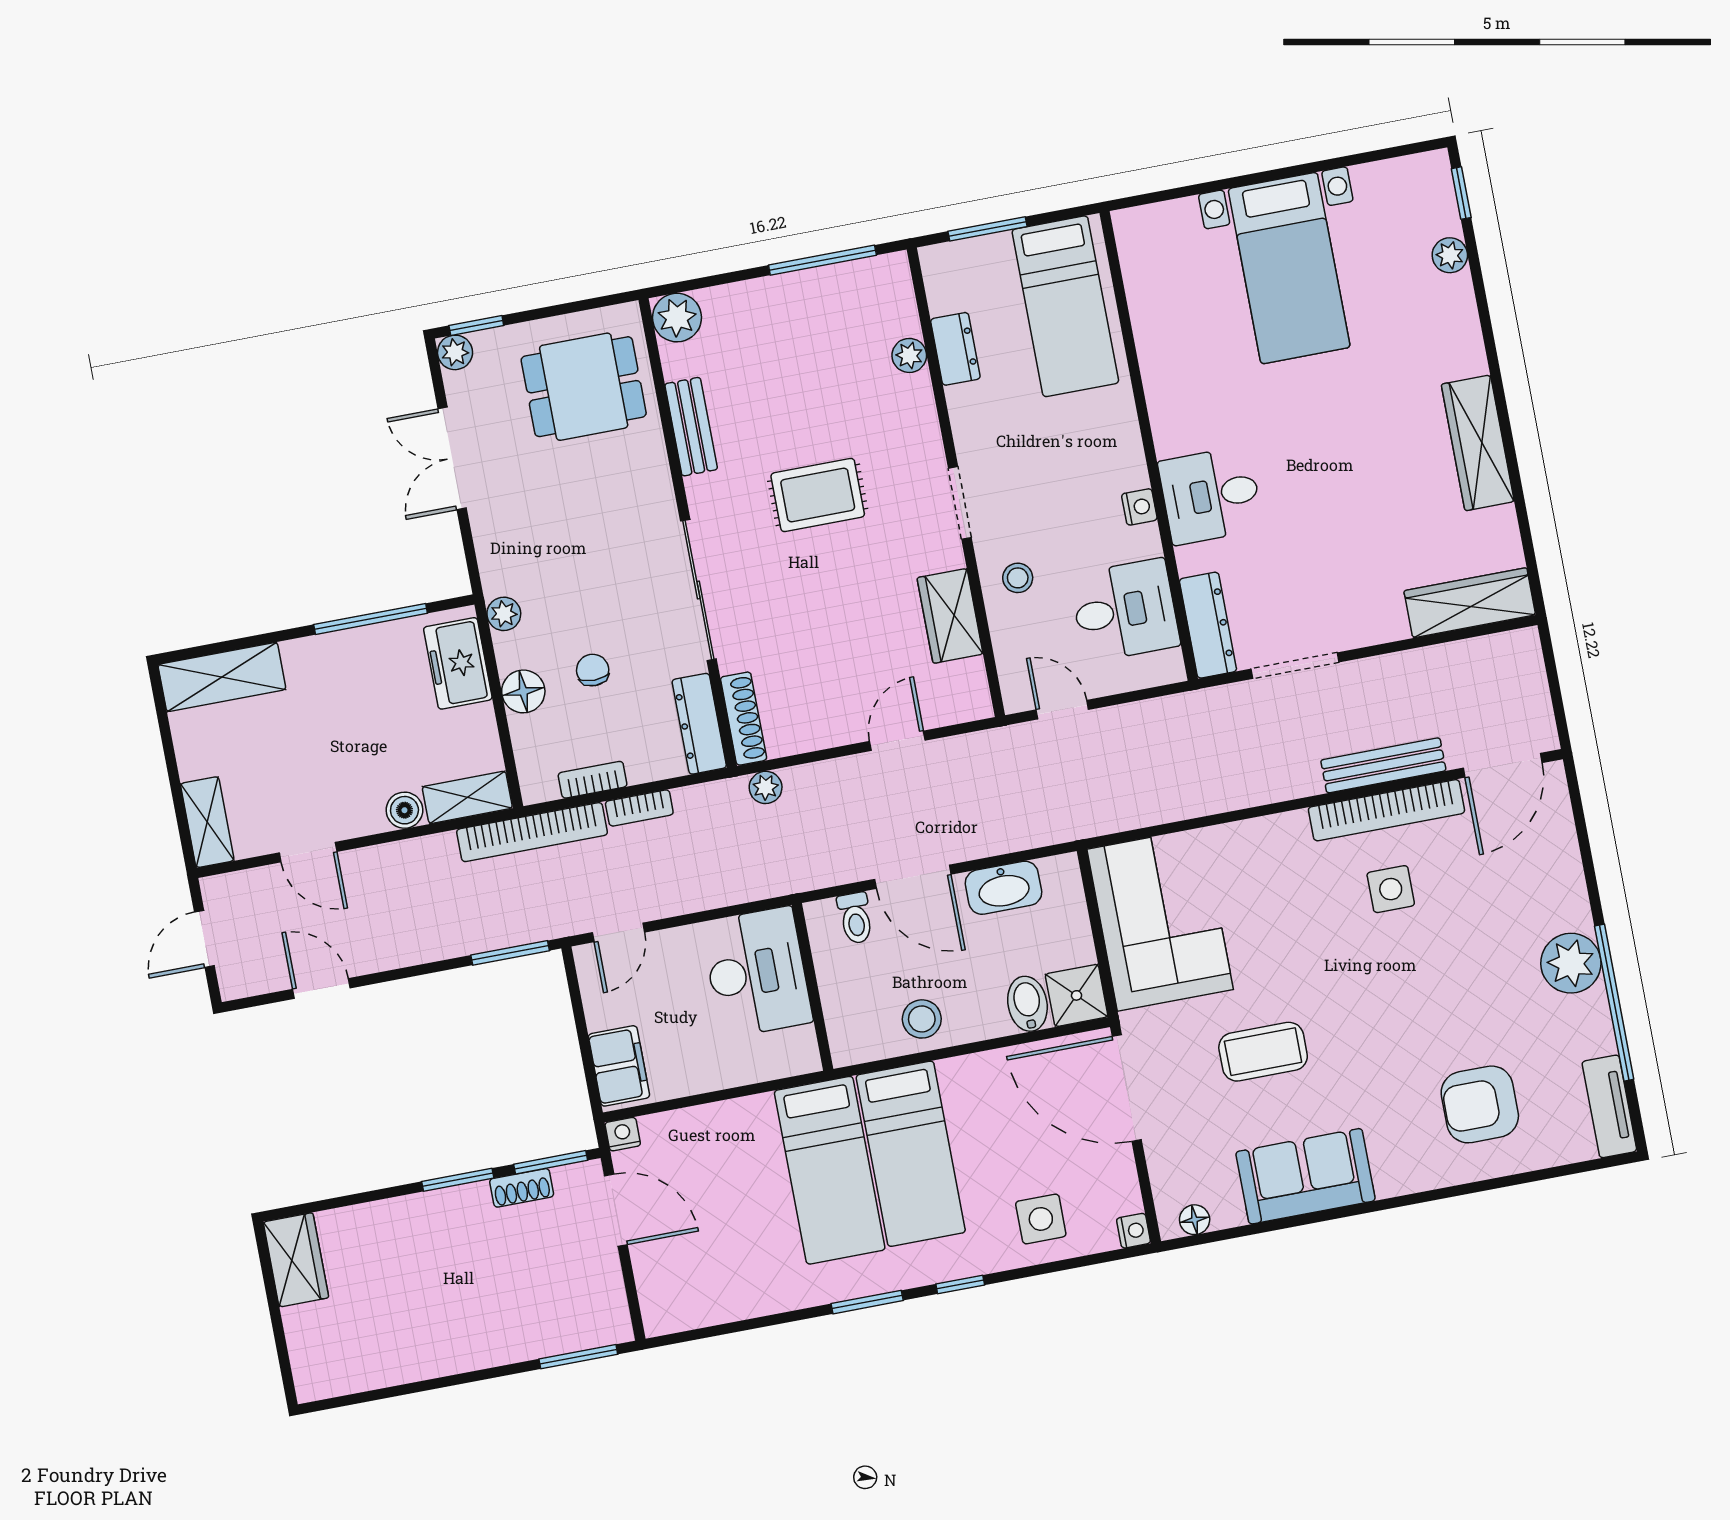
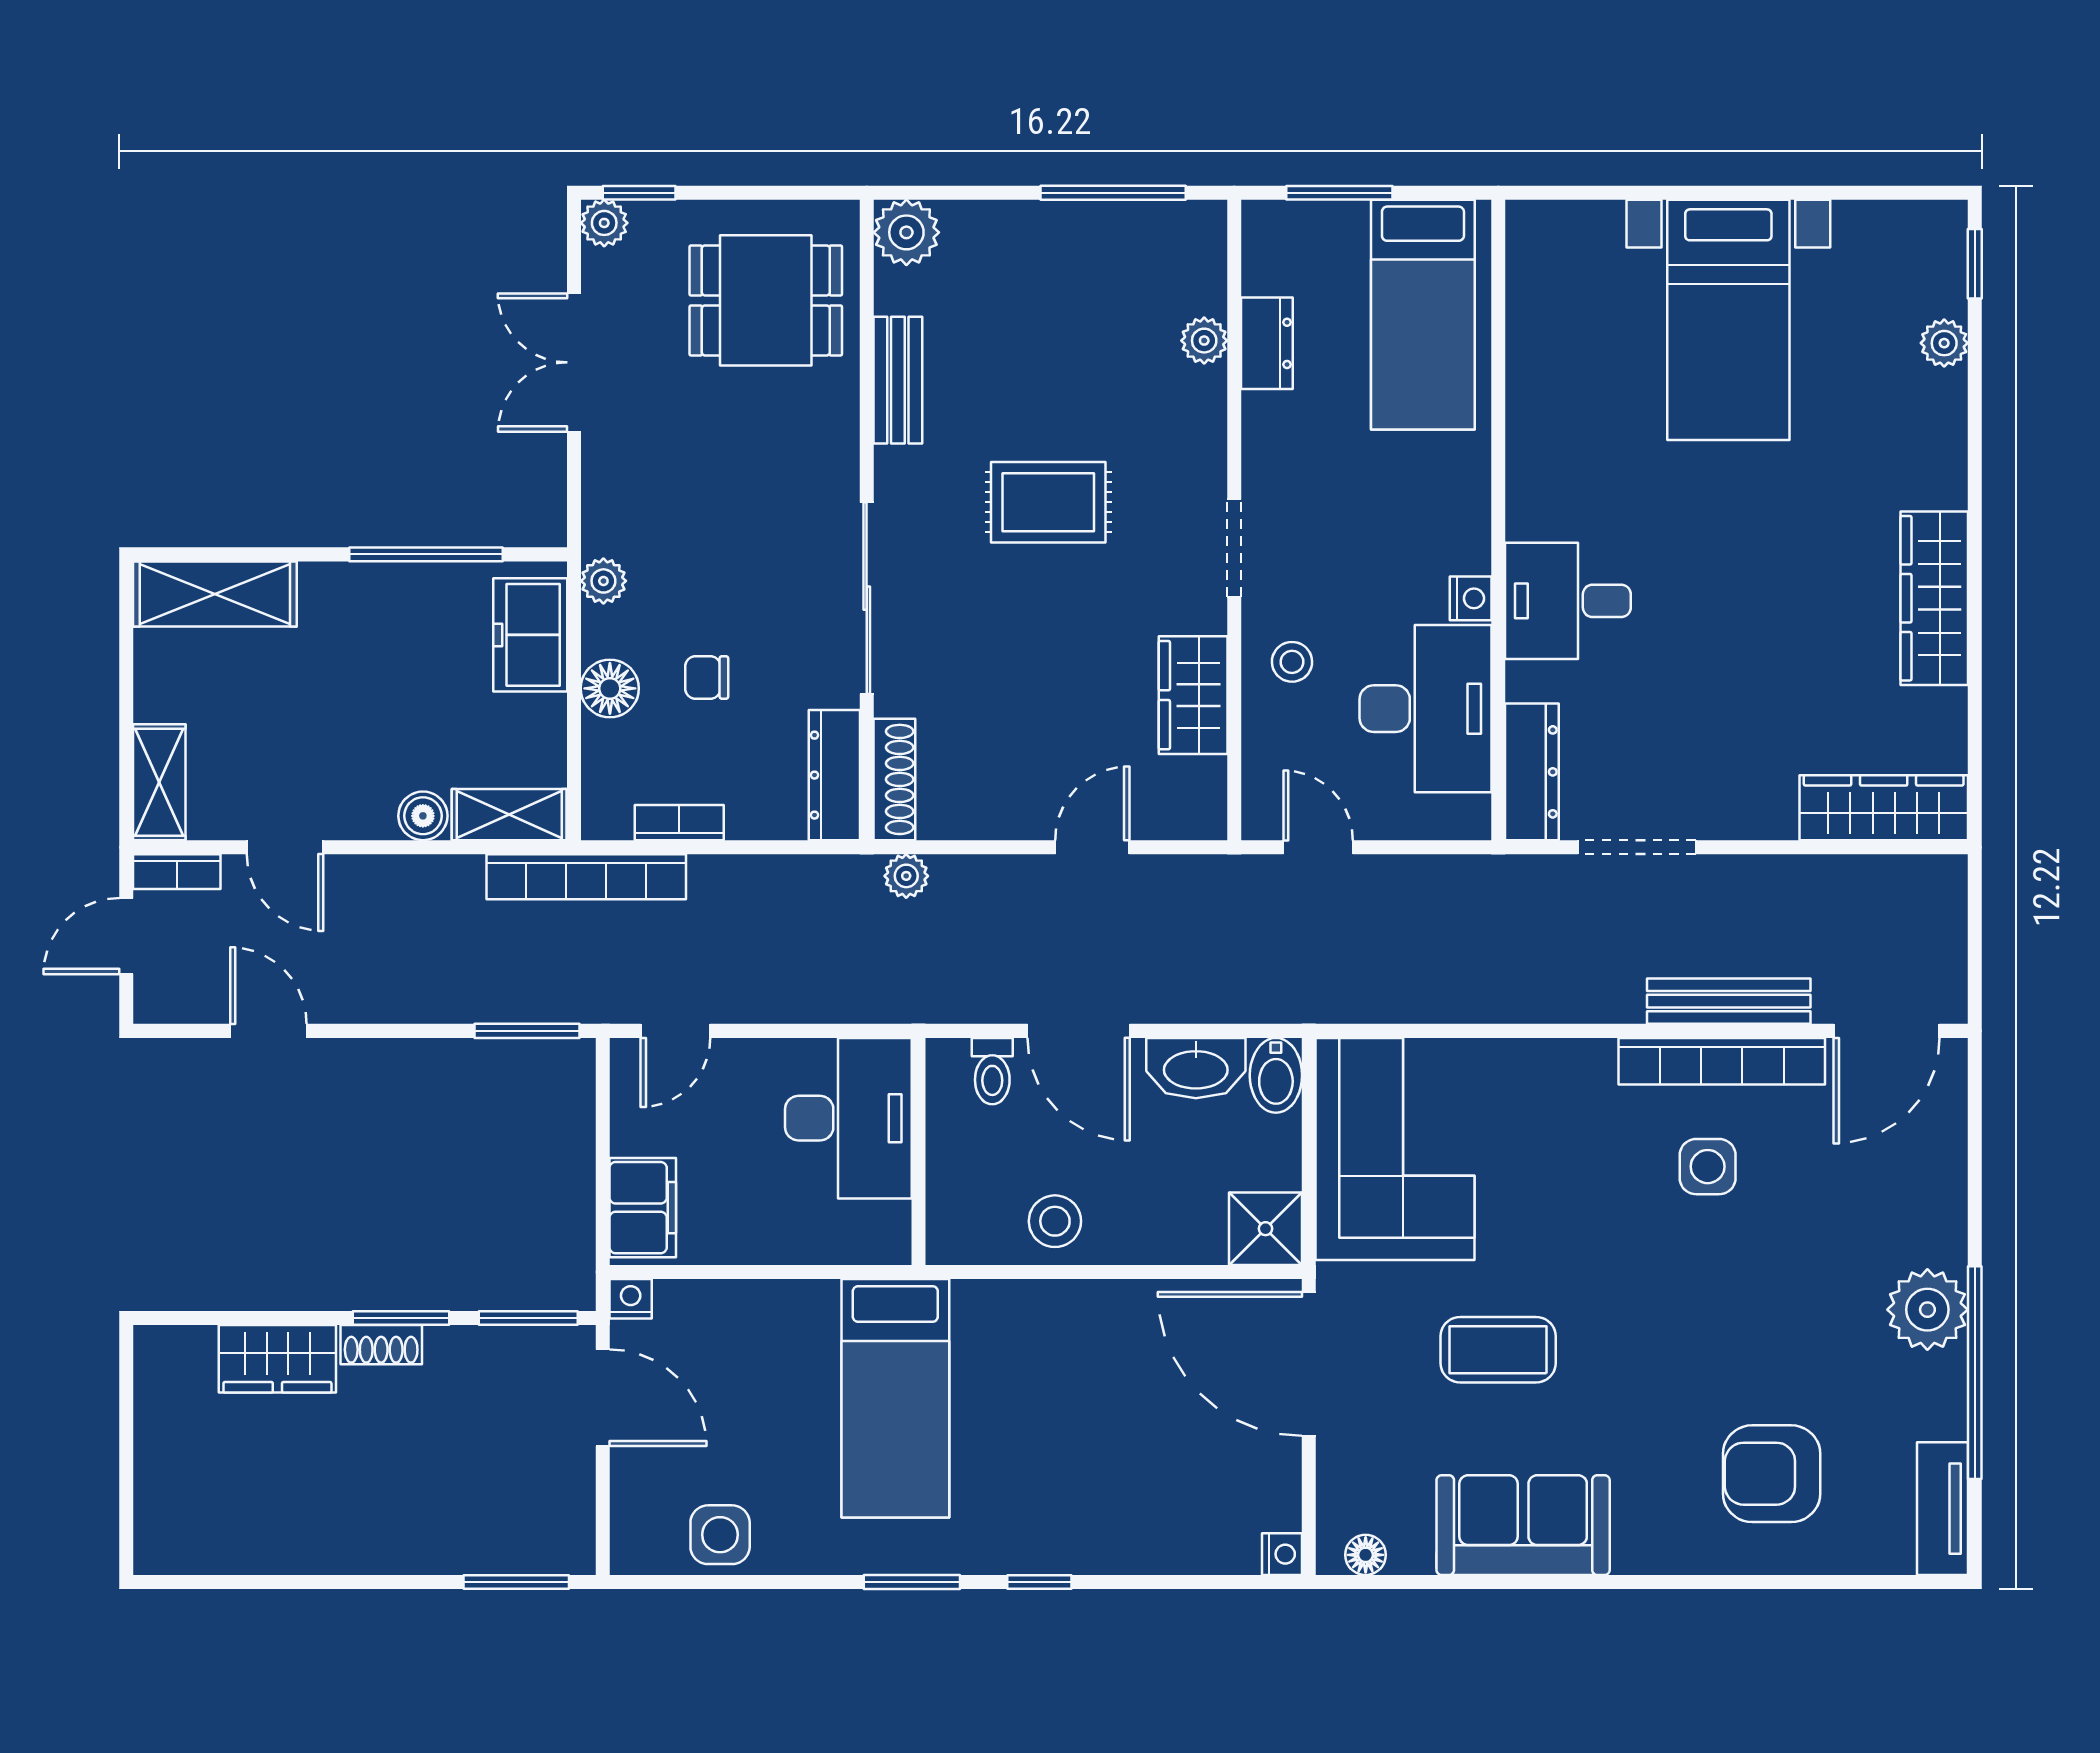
desk: (1125, 610) -> (1426, 709), width x1.37
chair: (593, 670) -> (707, 678), turned -90
bookcase: (639, 808) -> (177, 872), moved
bidet: (1027, 1004) -> (1276, 1075), moved, turned 180
bed: (911, 1154) -> (1007, 1397), removed
shoe rack: (522, 1188) -> (381, 1345), moved
side table: (1041, 1219) -> (720, 1535), moved
wardrobe: (296, 1260) -> (277, 1359), moved, turned 90

